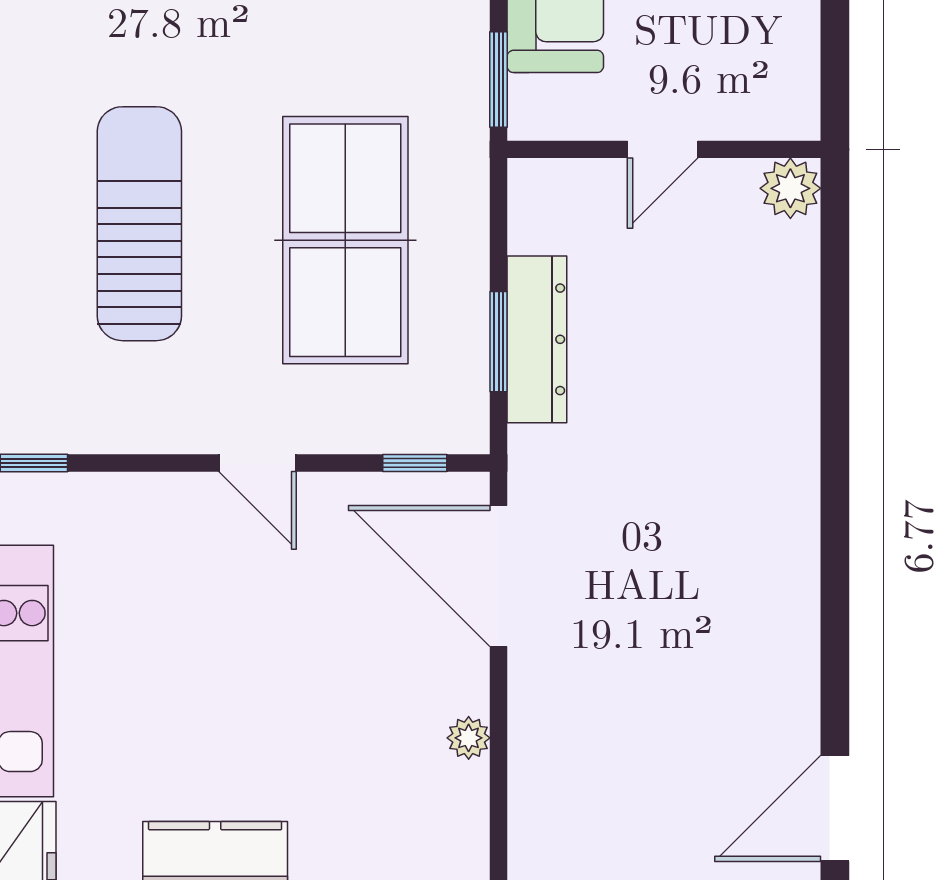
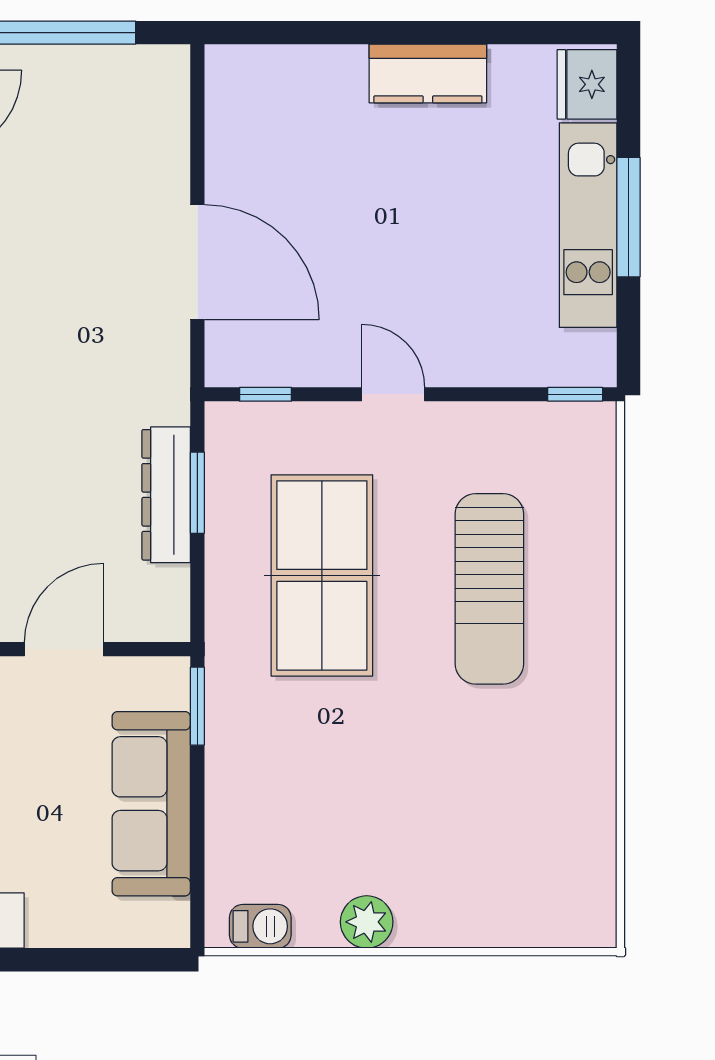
door: (663, 149) -> (64, 649), width x1.38
door: (499, 576) -> (197, 262), moved
plant: (469, 738) -> (222, 171), removed

